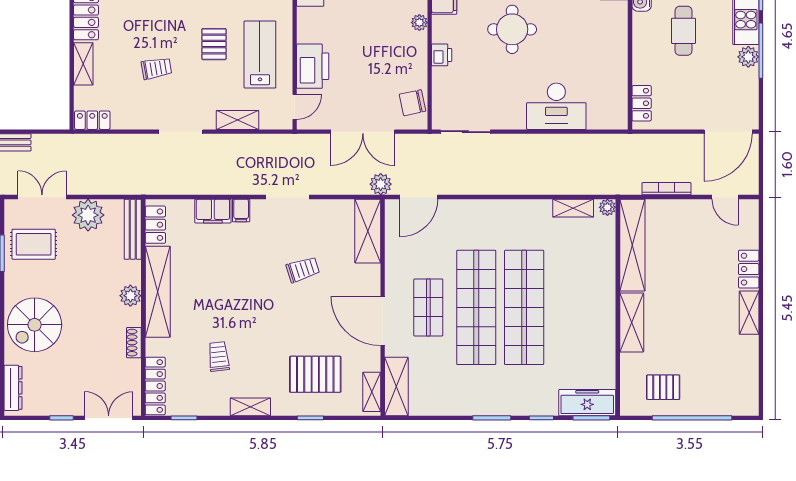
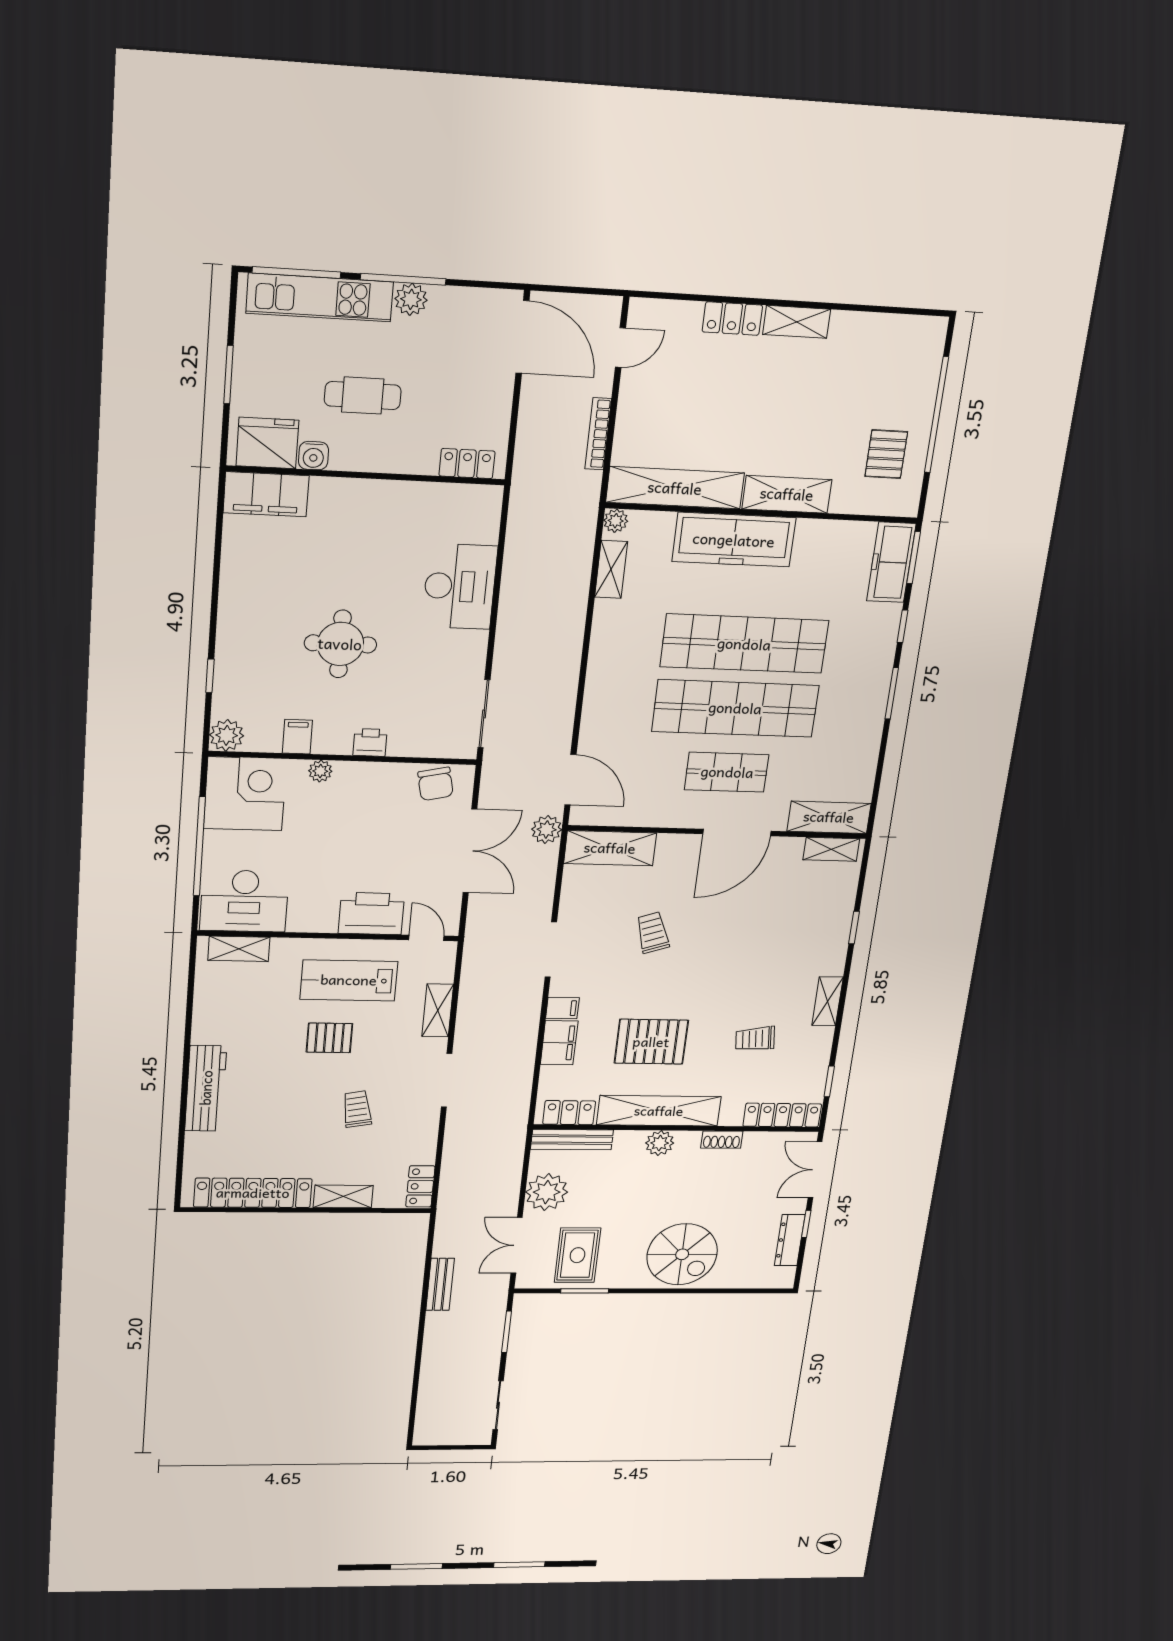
freezer: (598, 290) -> (734, 540), added
pallet: (315, 374) -> (651, 1042), moved, turned 90
dresser: (13, 388) -> (790, 1240), moved, turned -90

